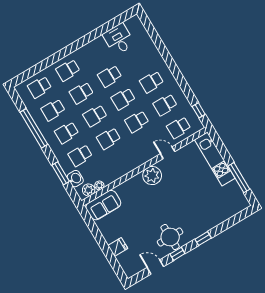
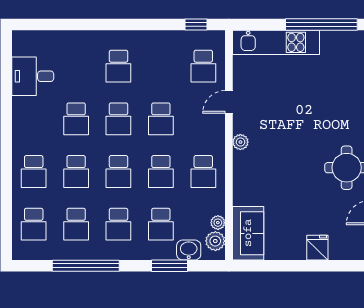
school desk: (165, 105) -> (203, 171), moved
plant: (152, 175) -> (240, 142), width x0.53, depth x0.53
window: (239, 178) -> (321, 24), width x1.46

